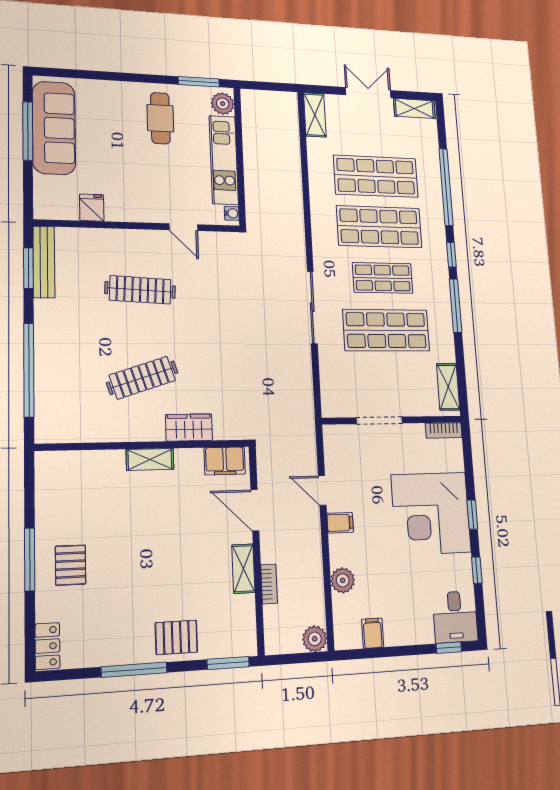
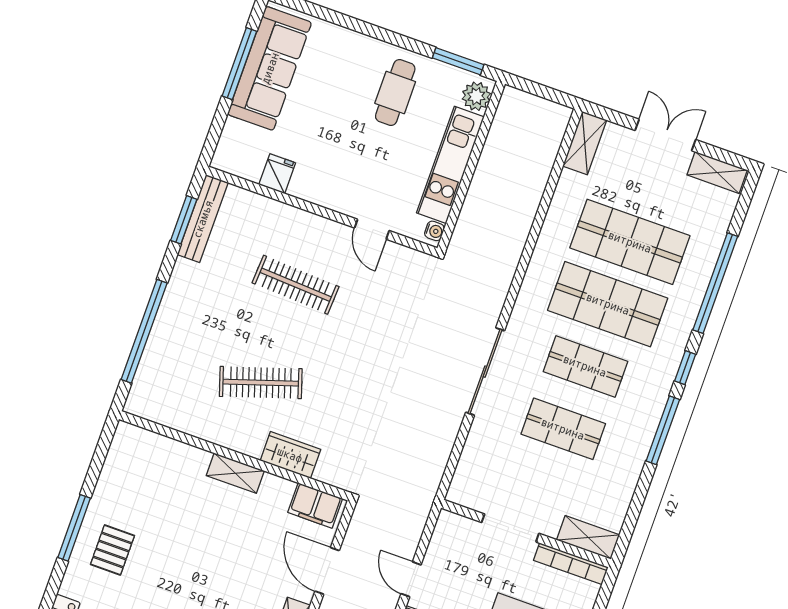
shop shelf: (386, 330) -> (563, 429), width x0.70, depth x0.74
shelving: (448, 387) -> (588, 537), moved, turned 90
bookcase: (444, 430) -> (571, 564), width x1.56

